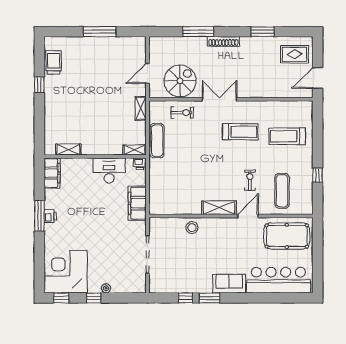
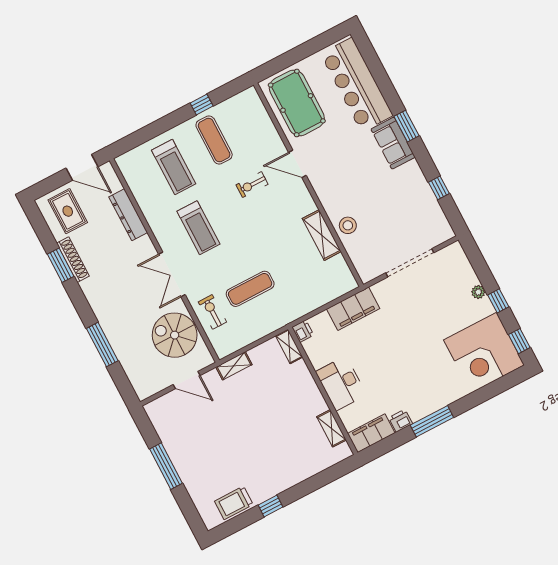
shoe rack: (223, 41) -> (73, 260), moved
dresser: (272, 91) -> (128, 215), added
treadmill: (240, 132) -> (198, 228), turned 180
exercise mat: (157, 141) -> (250, 289), moved
desk: (109, 171) -> (341, 383), moved
exercise mat: (282, 191) -> (214, 140), moved, turned 90
shelving: (219, 208) -> (322, 235), moved
printer: (50, 216) -> (401, 421), moved
window: (210, 298) -> (406, 126), moved

